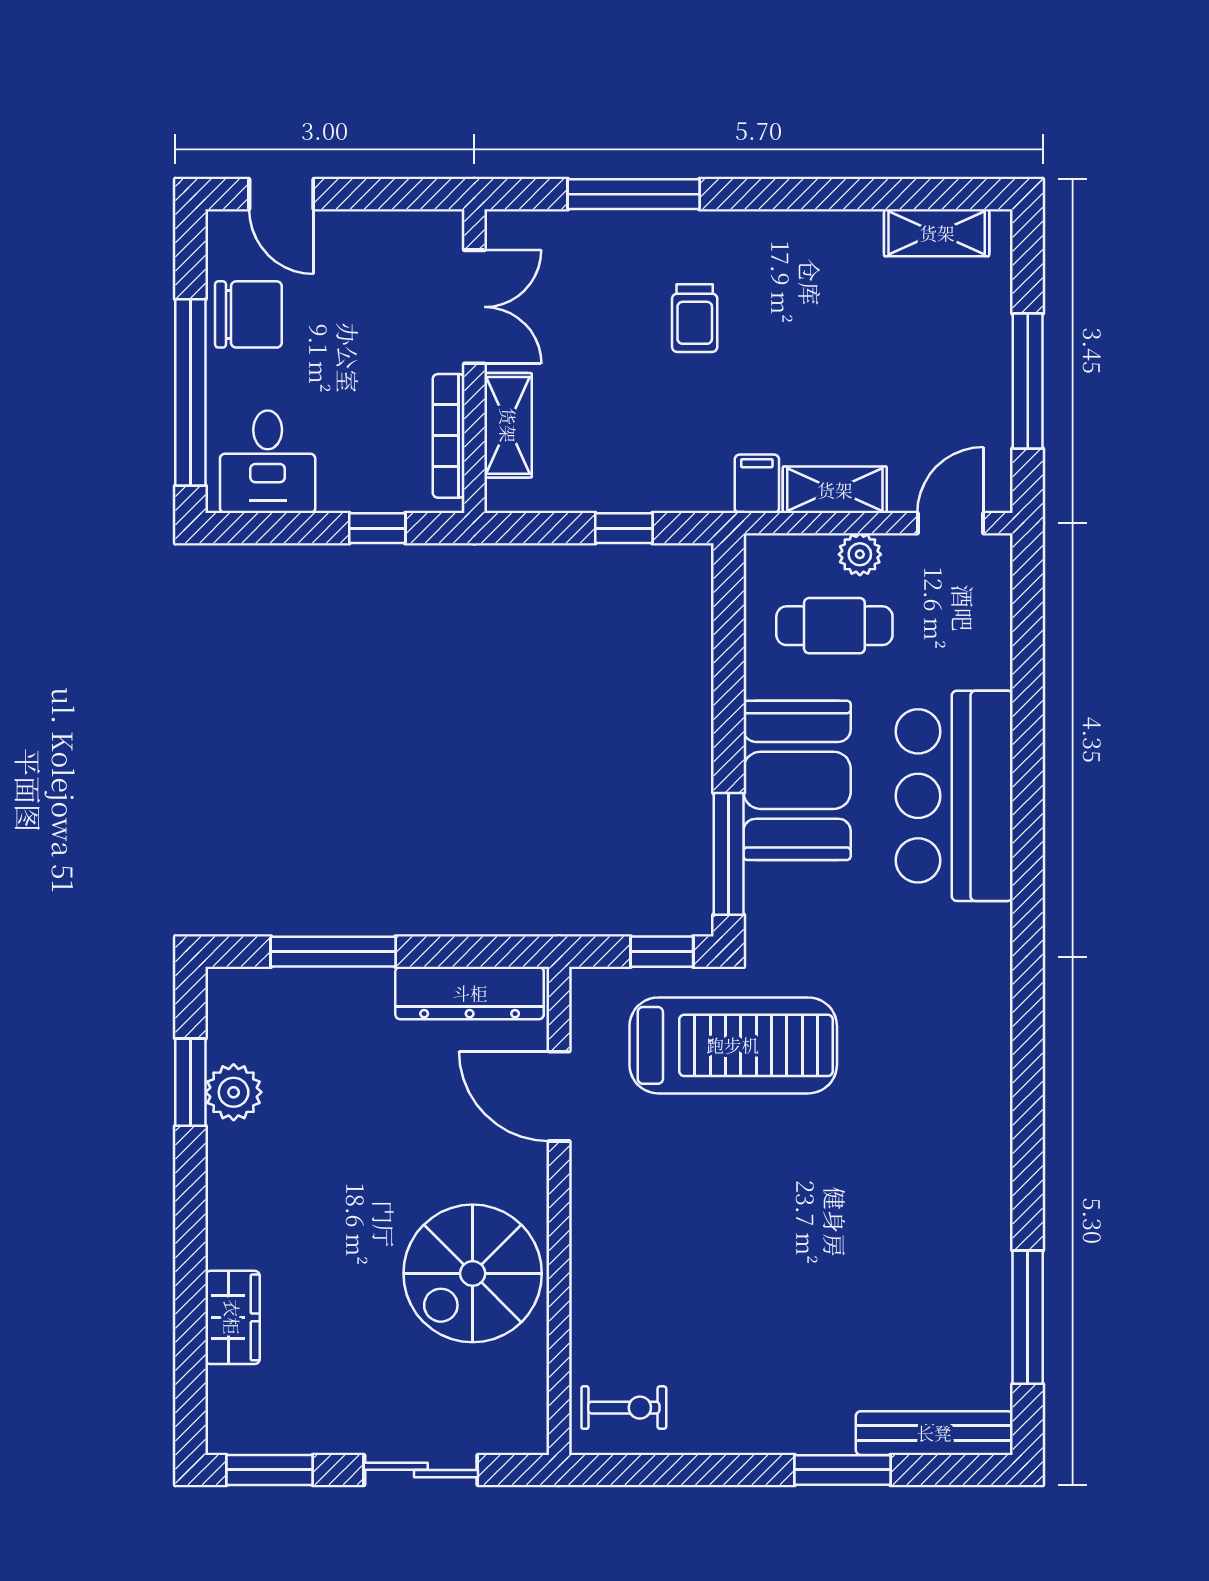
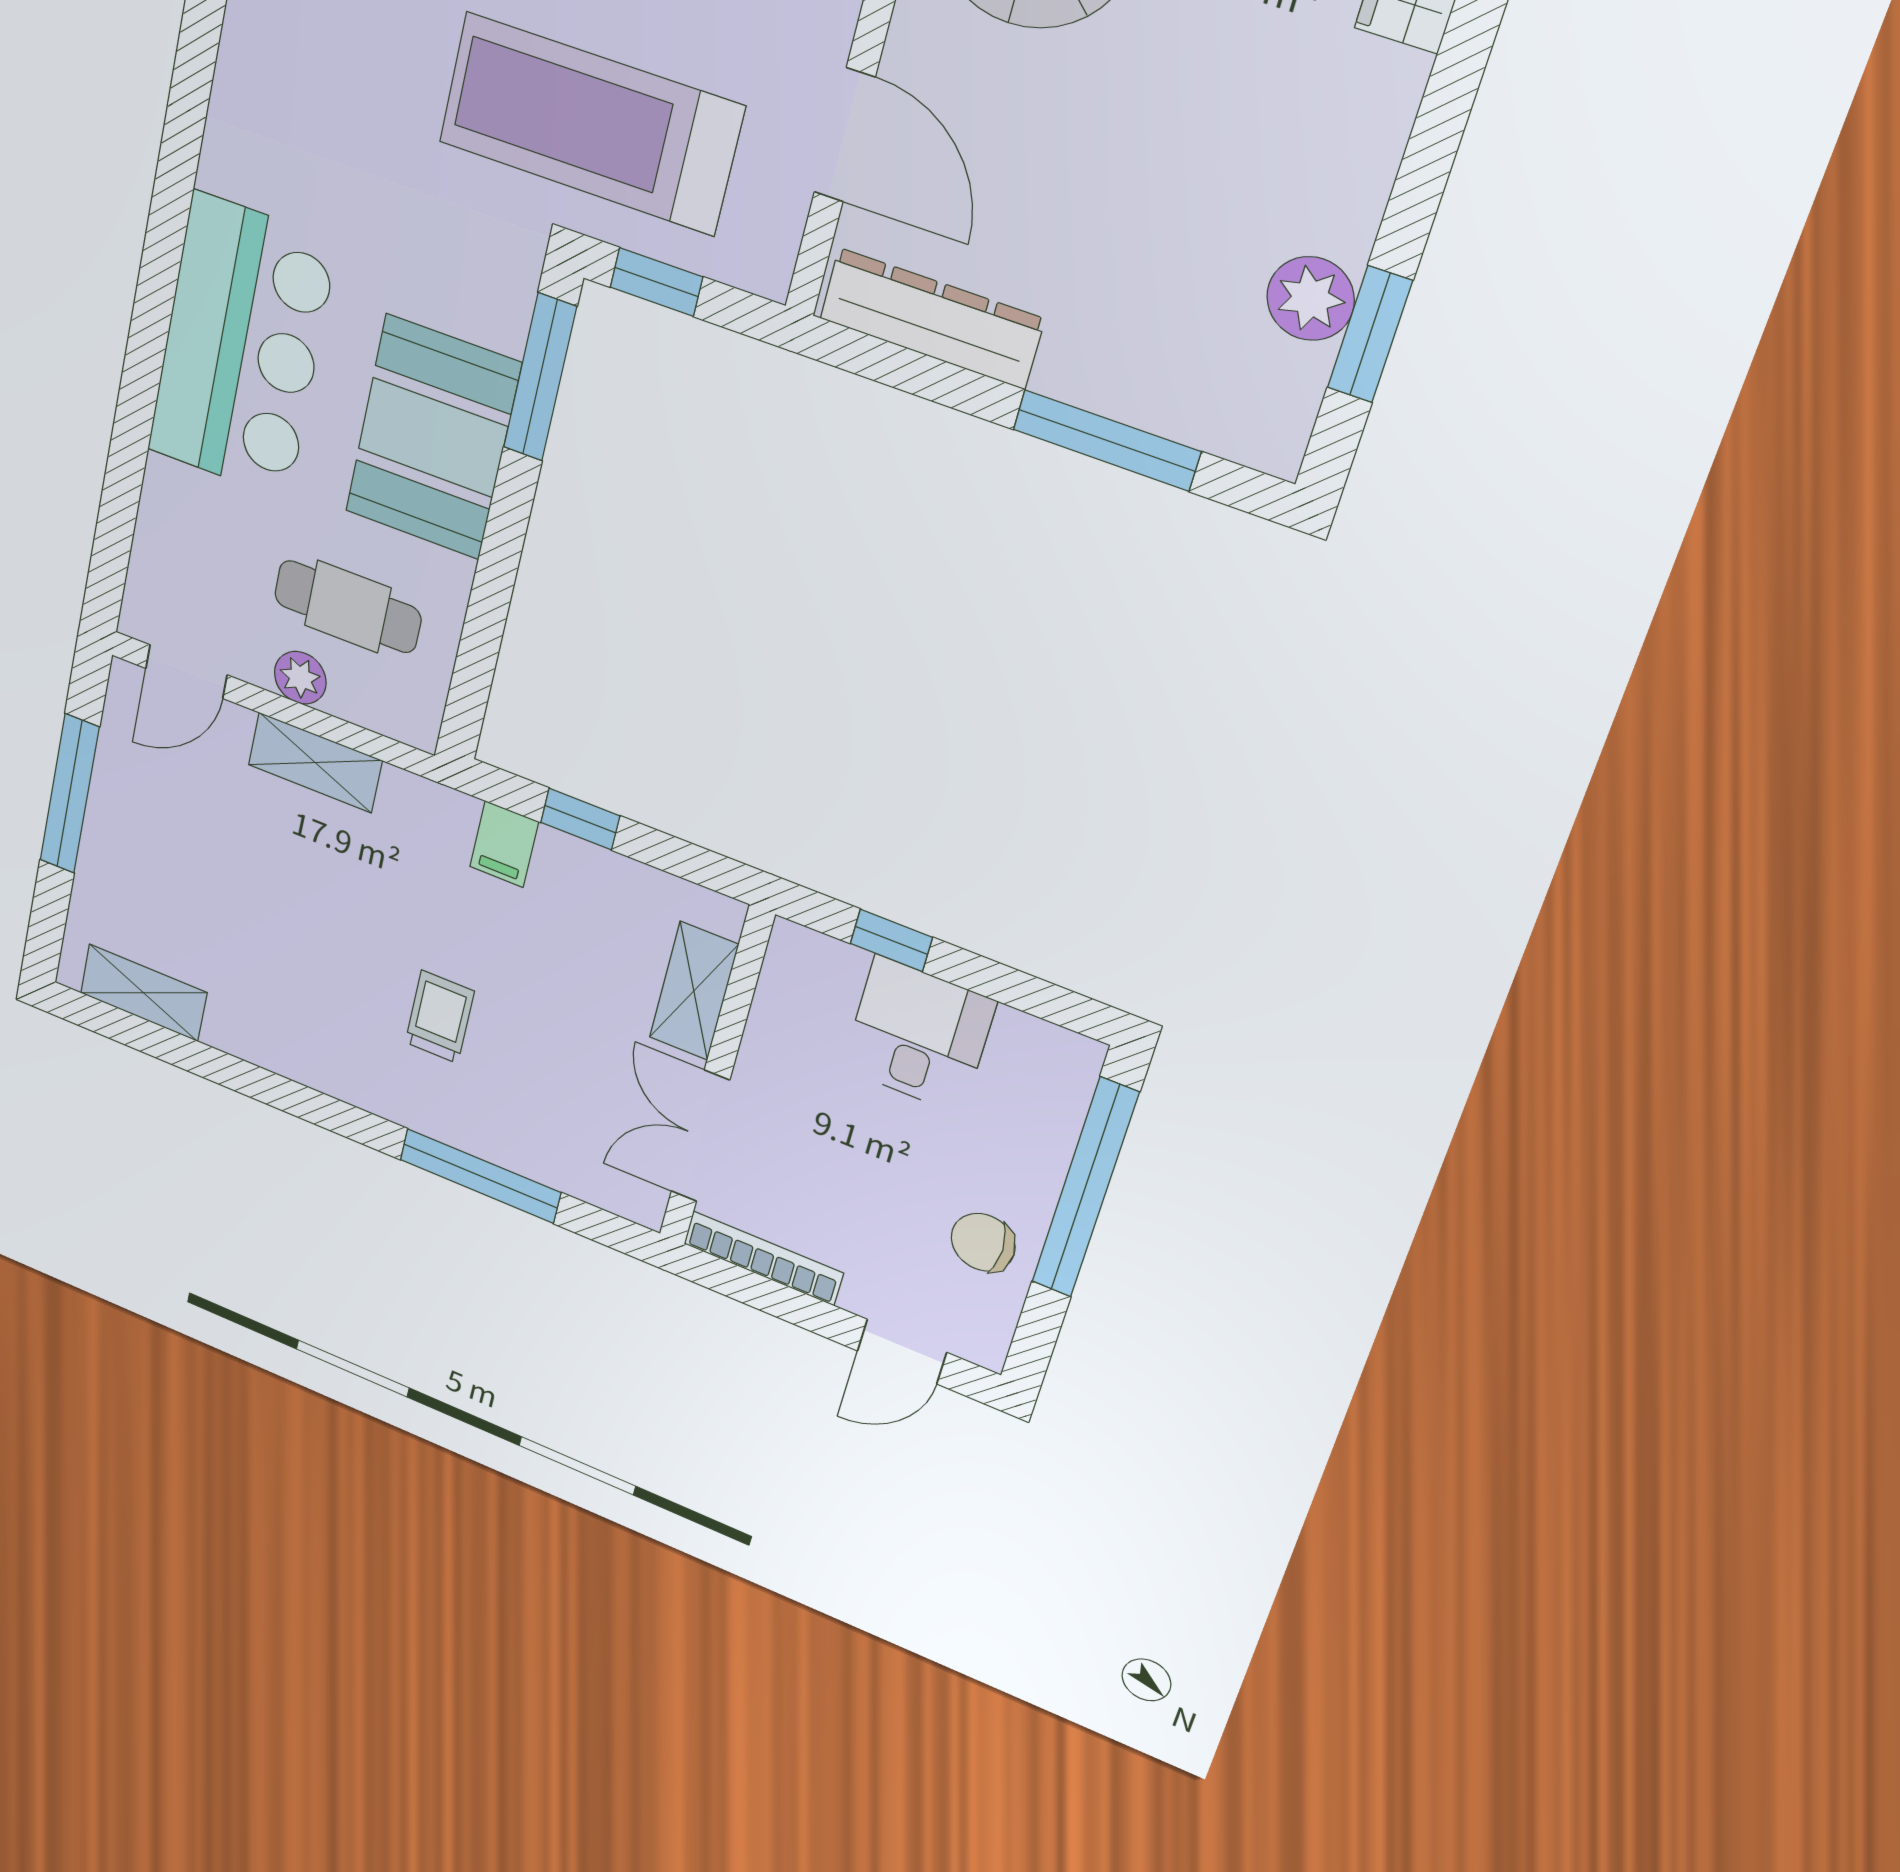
door: (281, 194) -> (902, 1352), swing flipped
chair: (248, 314) -> (983, 1242), width x0.73, depth x0.73
bookcase: (449, 436) -> (763, 1258), moved, turned -90
desk: (268, 462) -> (919, 1035), moved
filing cabinet: (757, 484) -> (504, 844), moved

